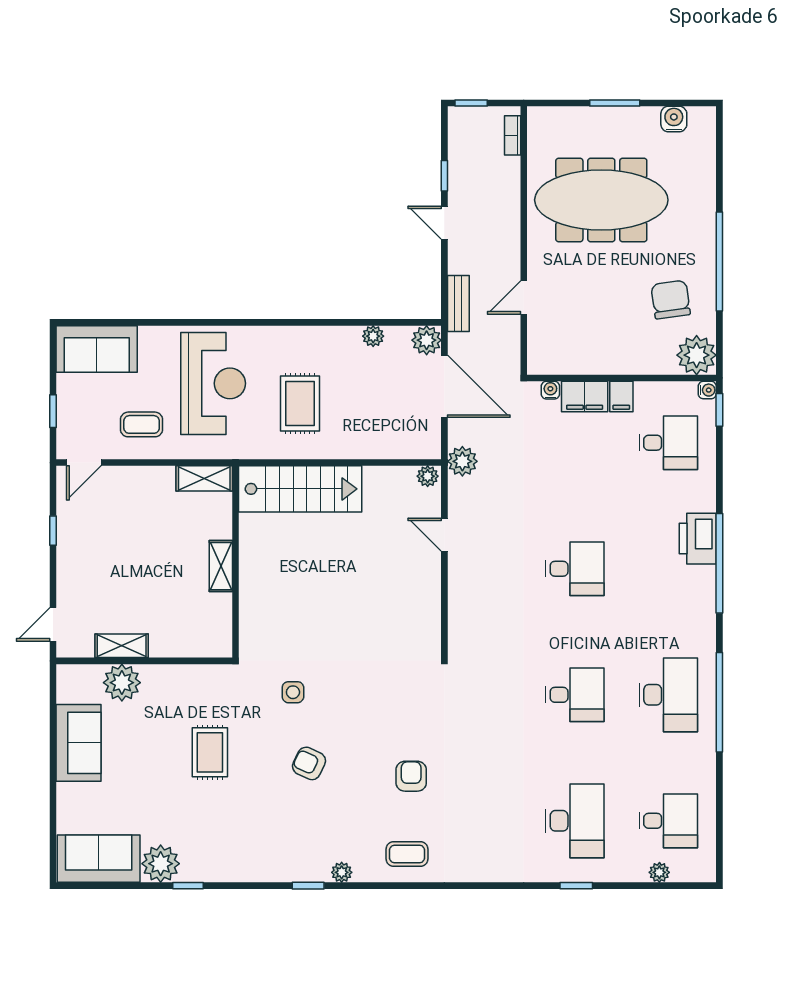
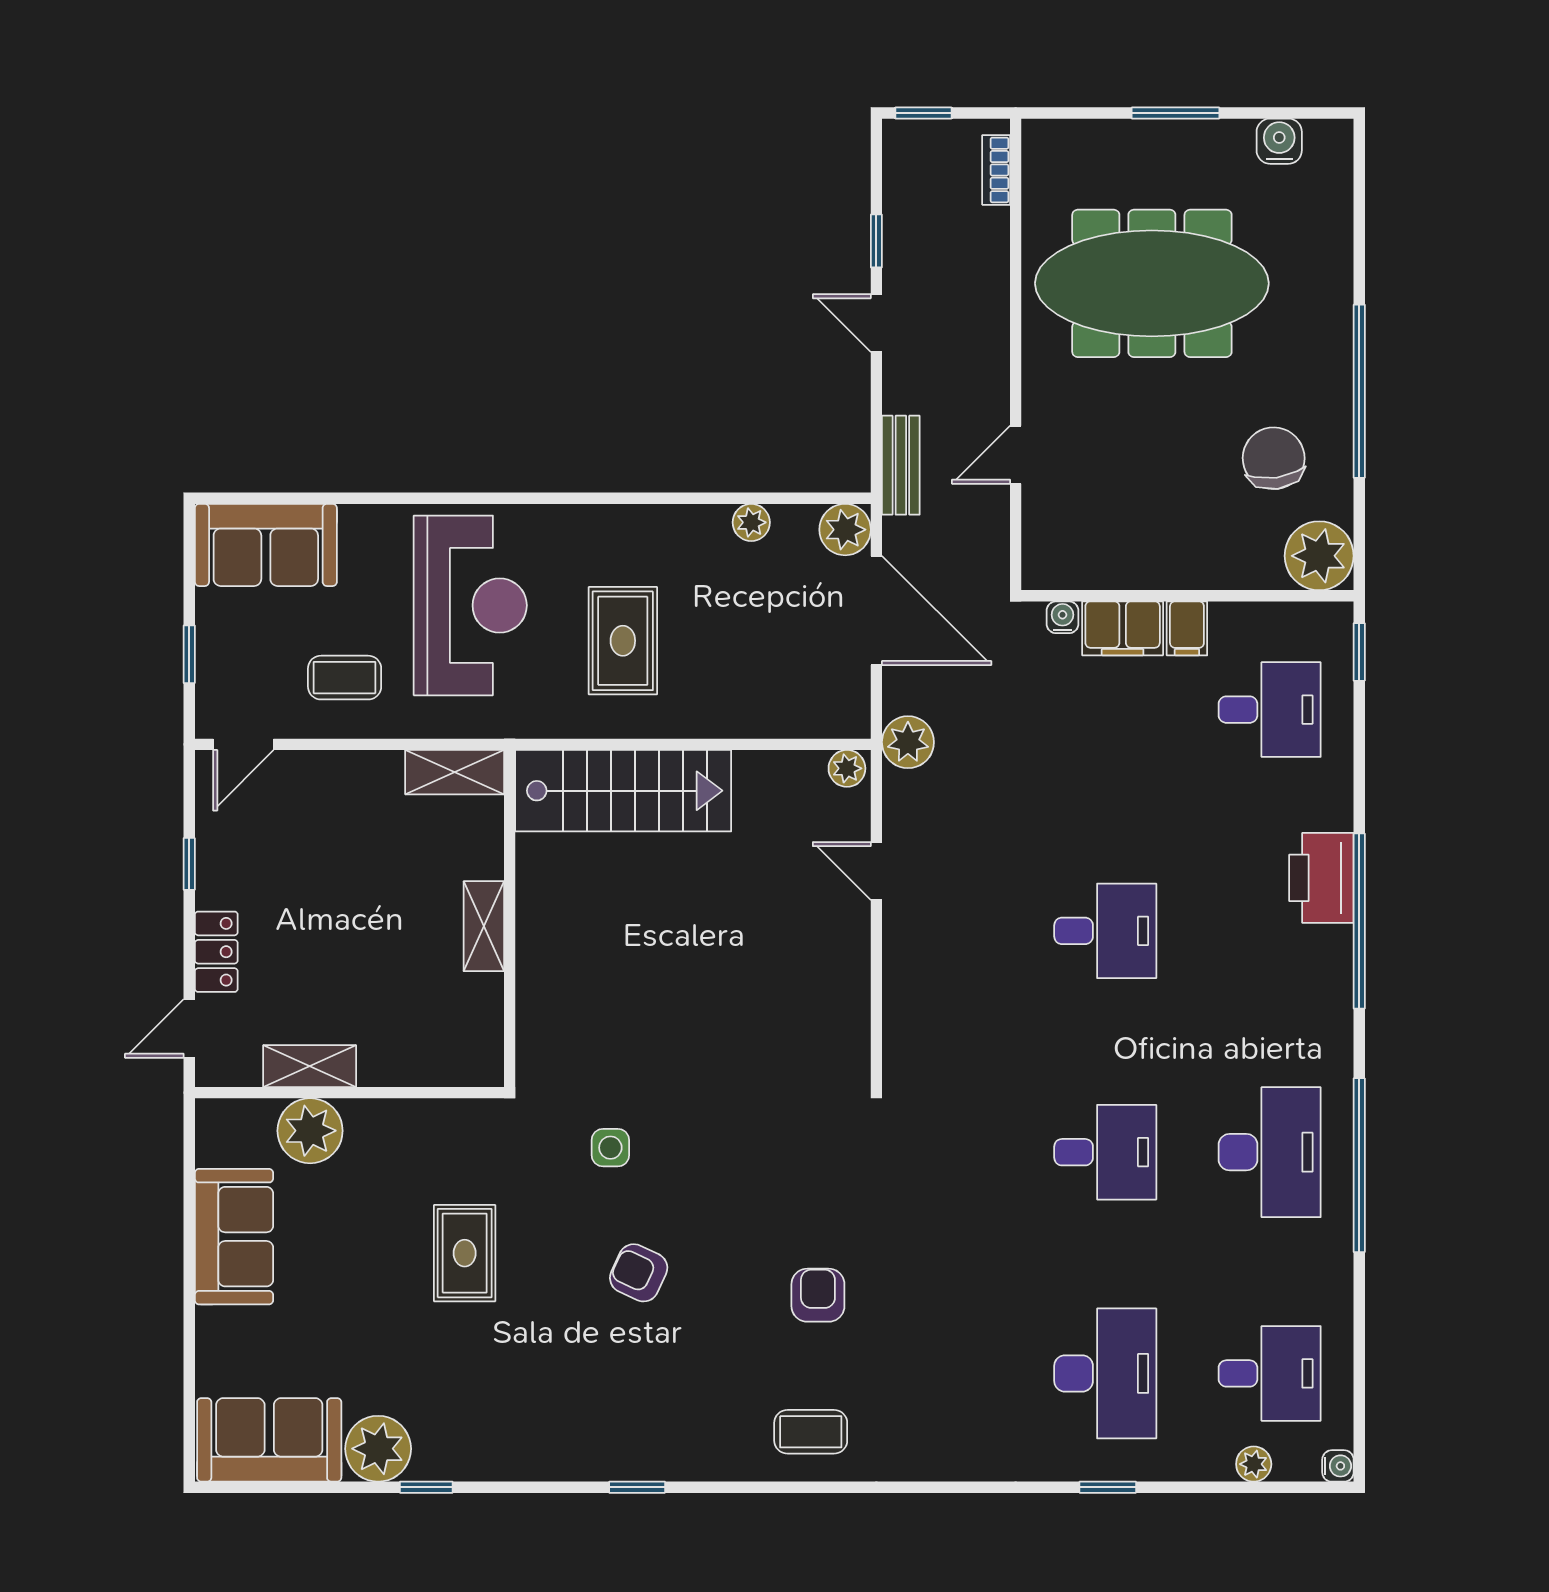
water cooler: (707, 390) -> (1338, 1466), moved
locker: (68, 581) -> (216, 952), added
plant: (342, 872) -> (696, 1464), removed

